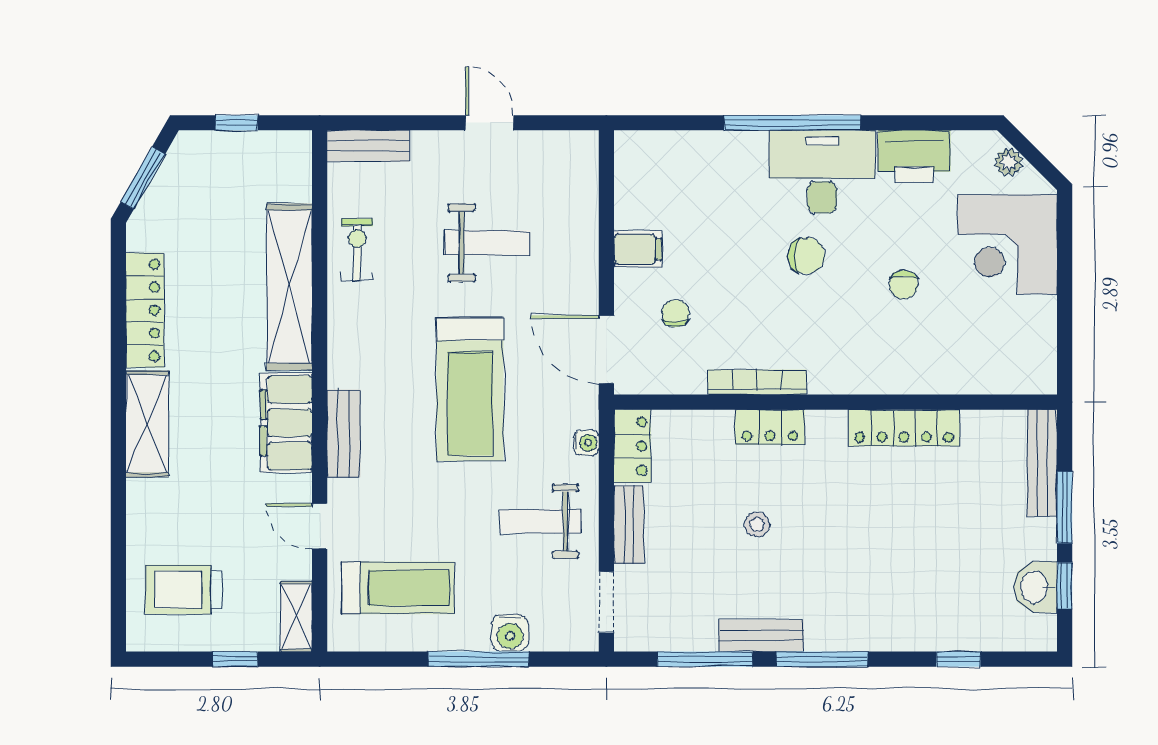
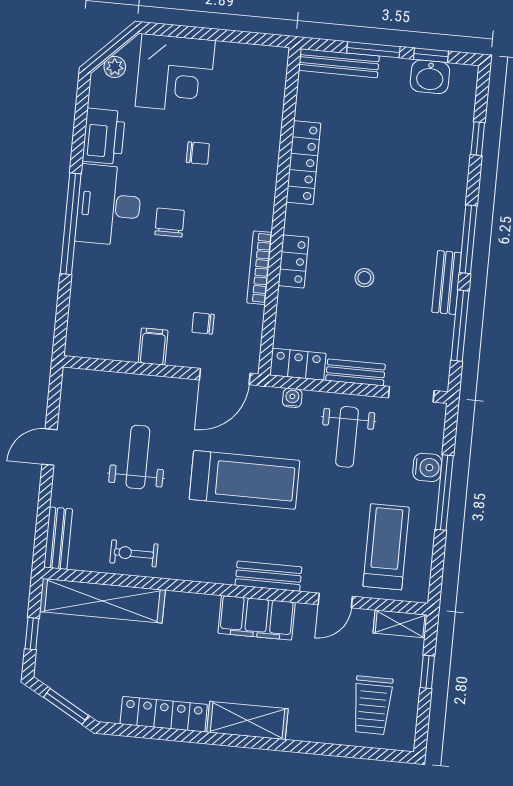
shelving: (289, 287) -> (102, 601), moved

